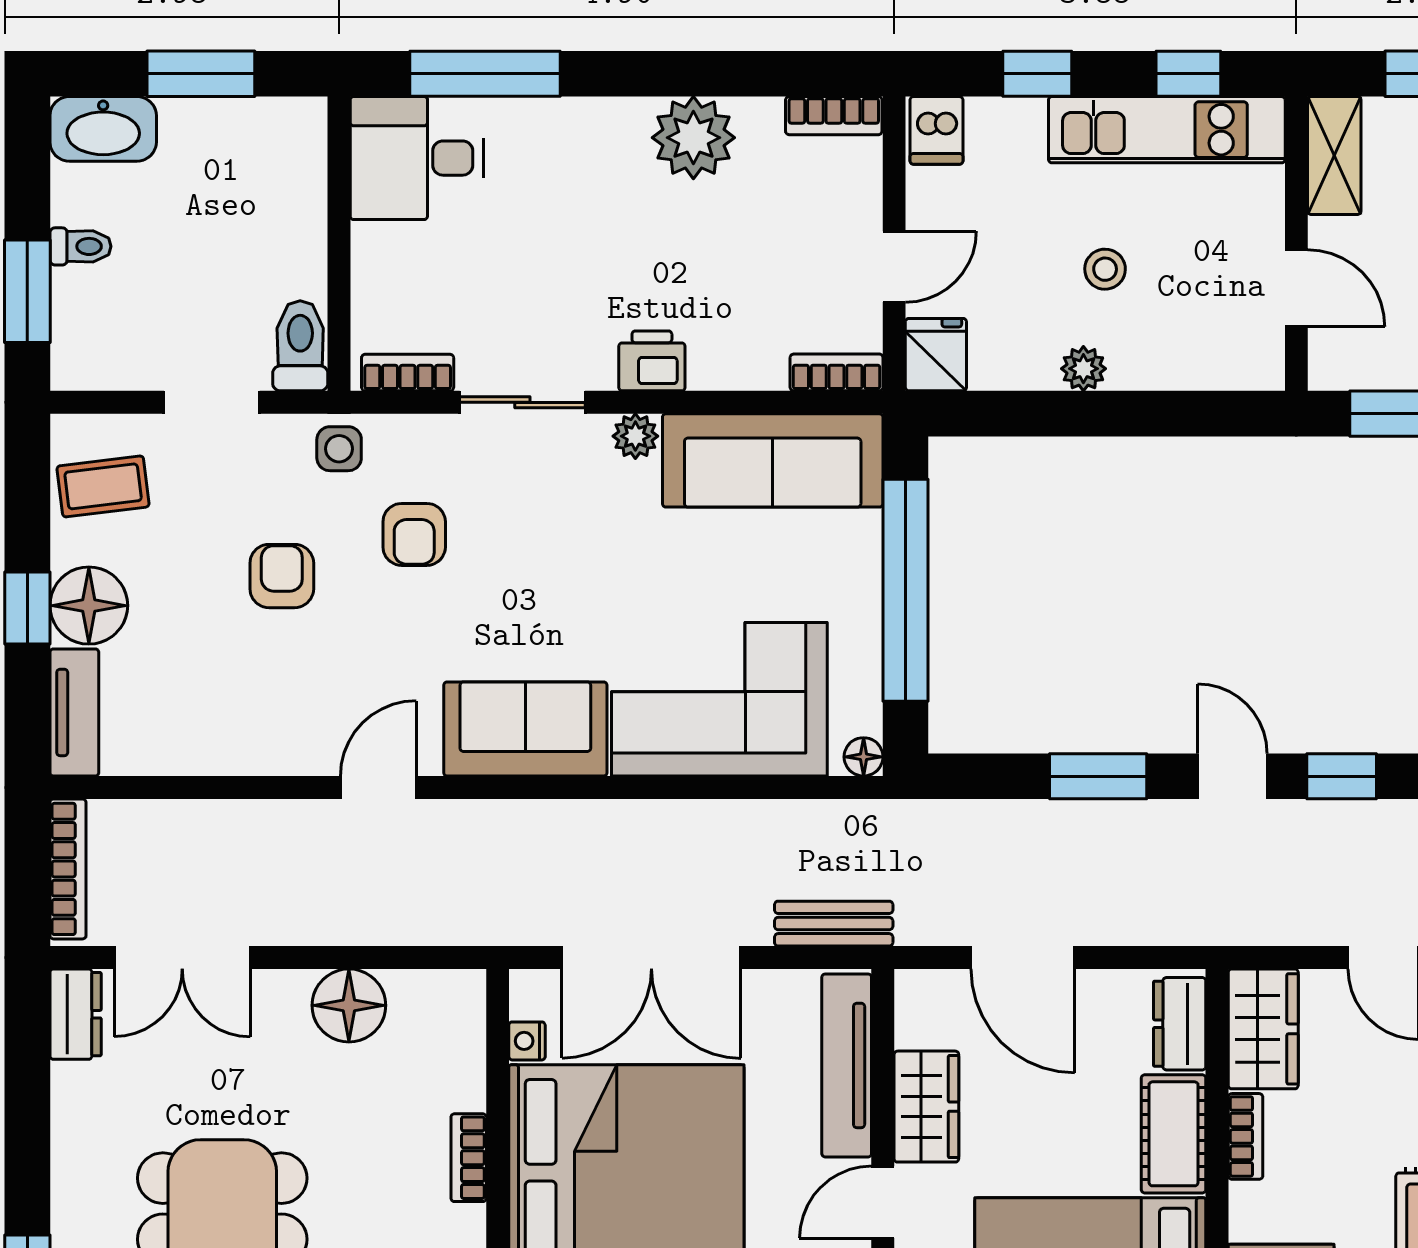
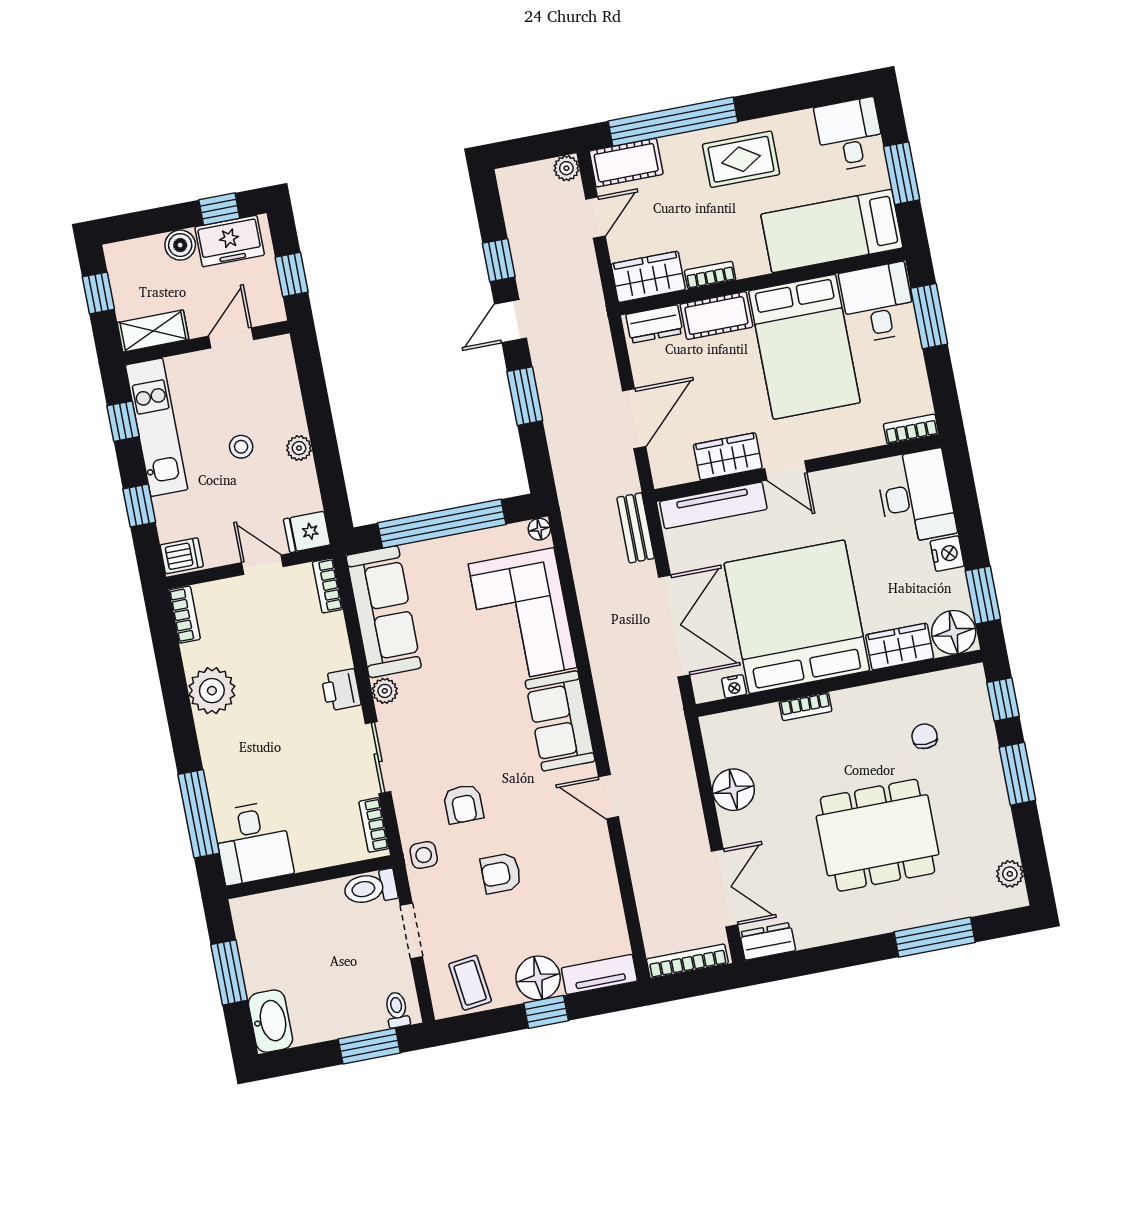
toilet: (81, 246) -> (397, 1010), moved
armchair: (414, 534) -> (463, 804), turned 90

